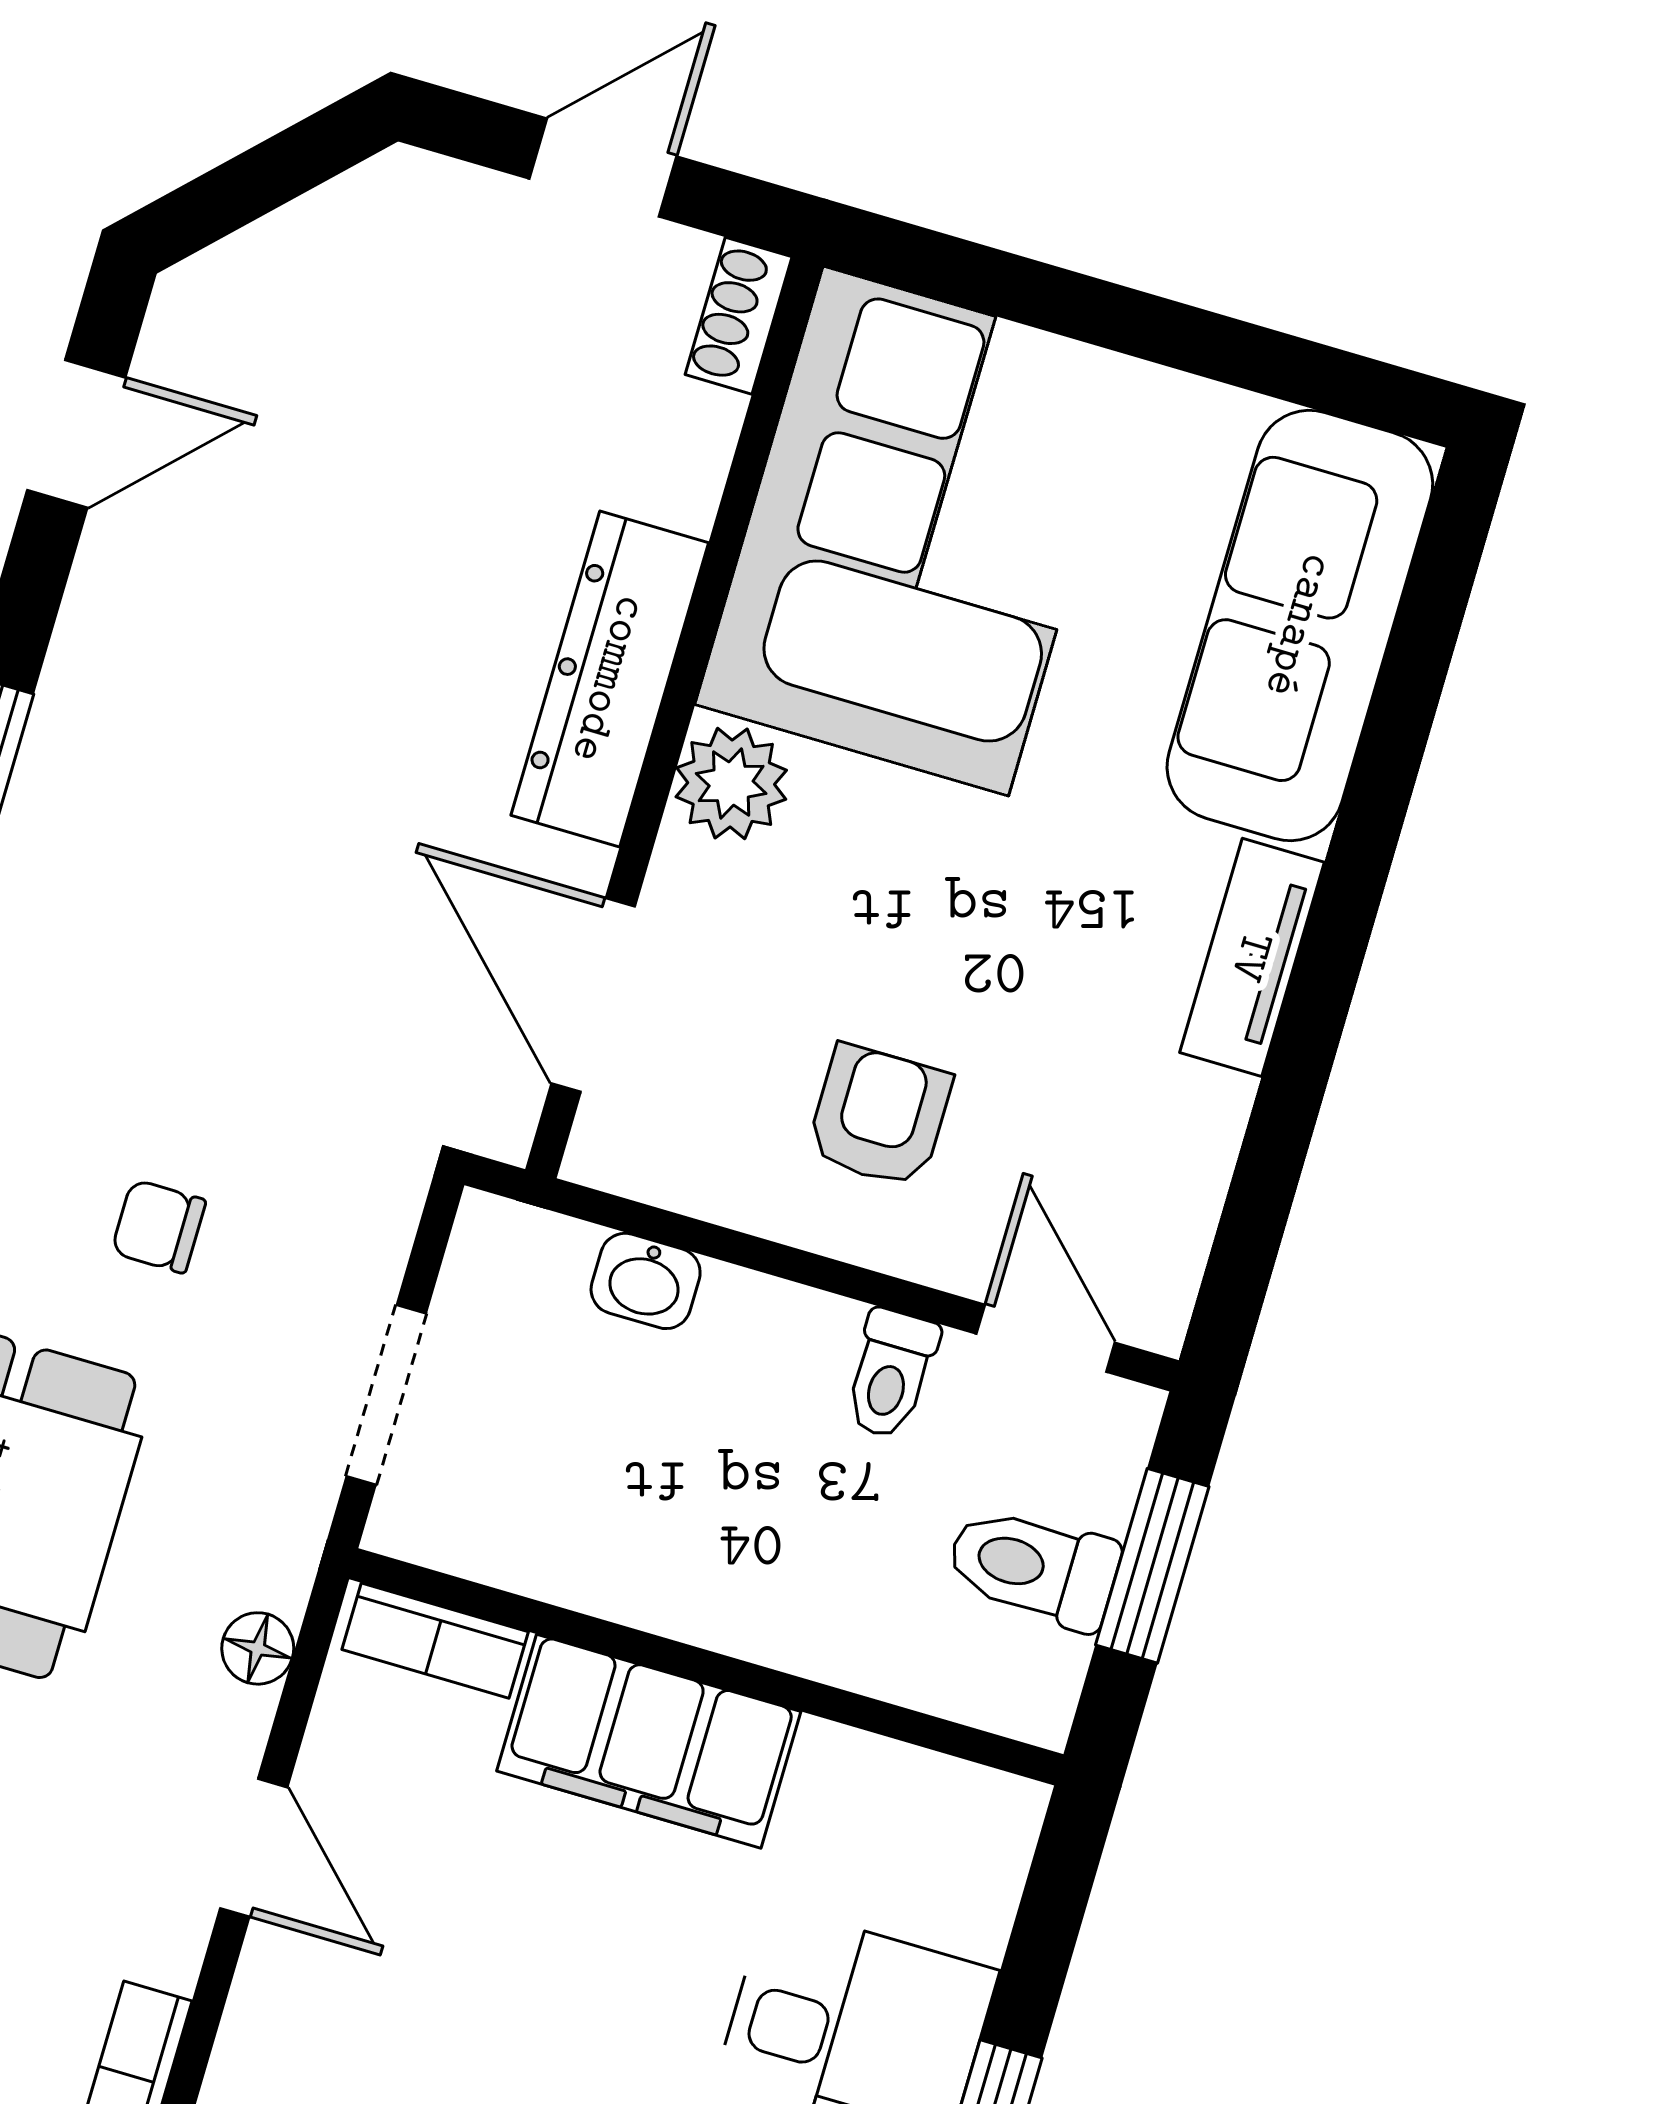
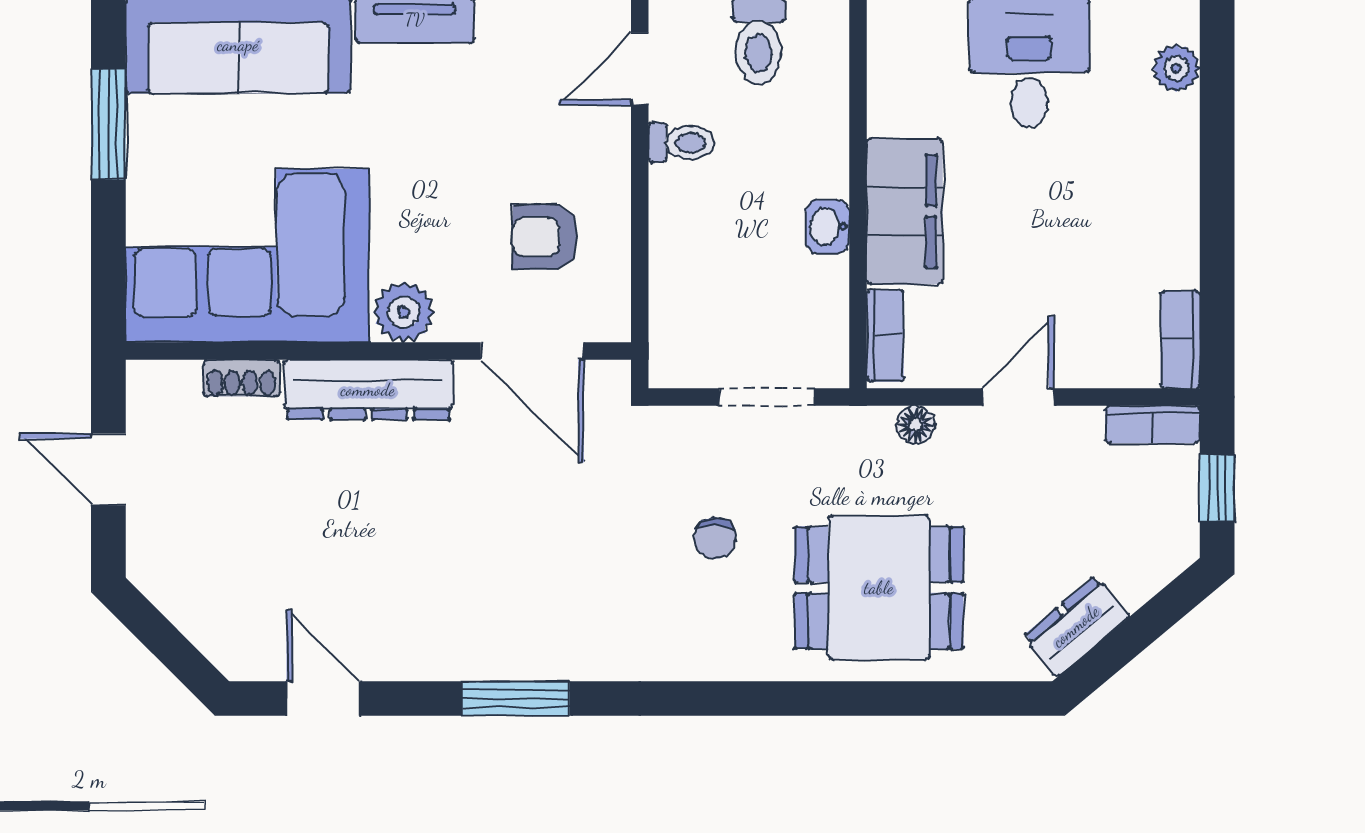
shoe rack: (739, 316) -> (241, 378), moved
window: (1226, 350) -> (108, 124), added
door: (593, 995) -> (532, 351), hinge flipped
armchair: (879, 1116) -> (545, 237), moved
washbasin: (646, 1281) -> (828, 227), moved, turned 180

